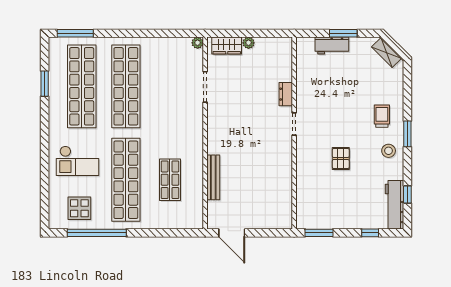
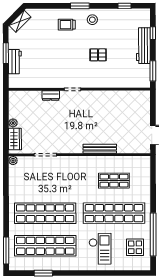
bench: (213, 177) -> (100, 149), moved
workbench: (394, 205) -> (143, 46), moved, turned 90

